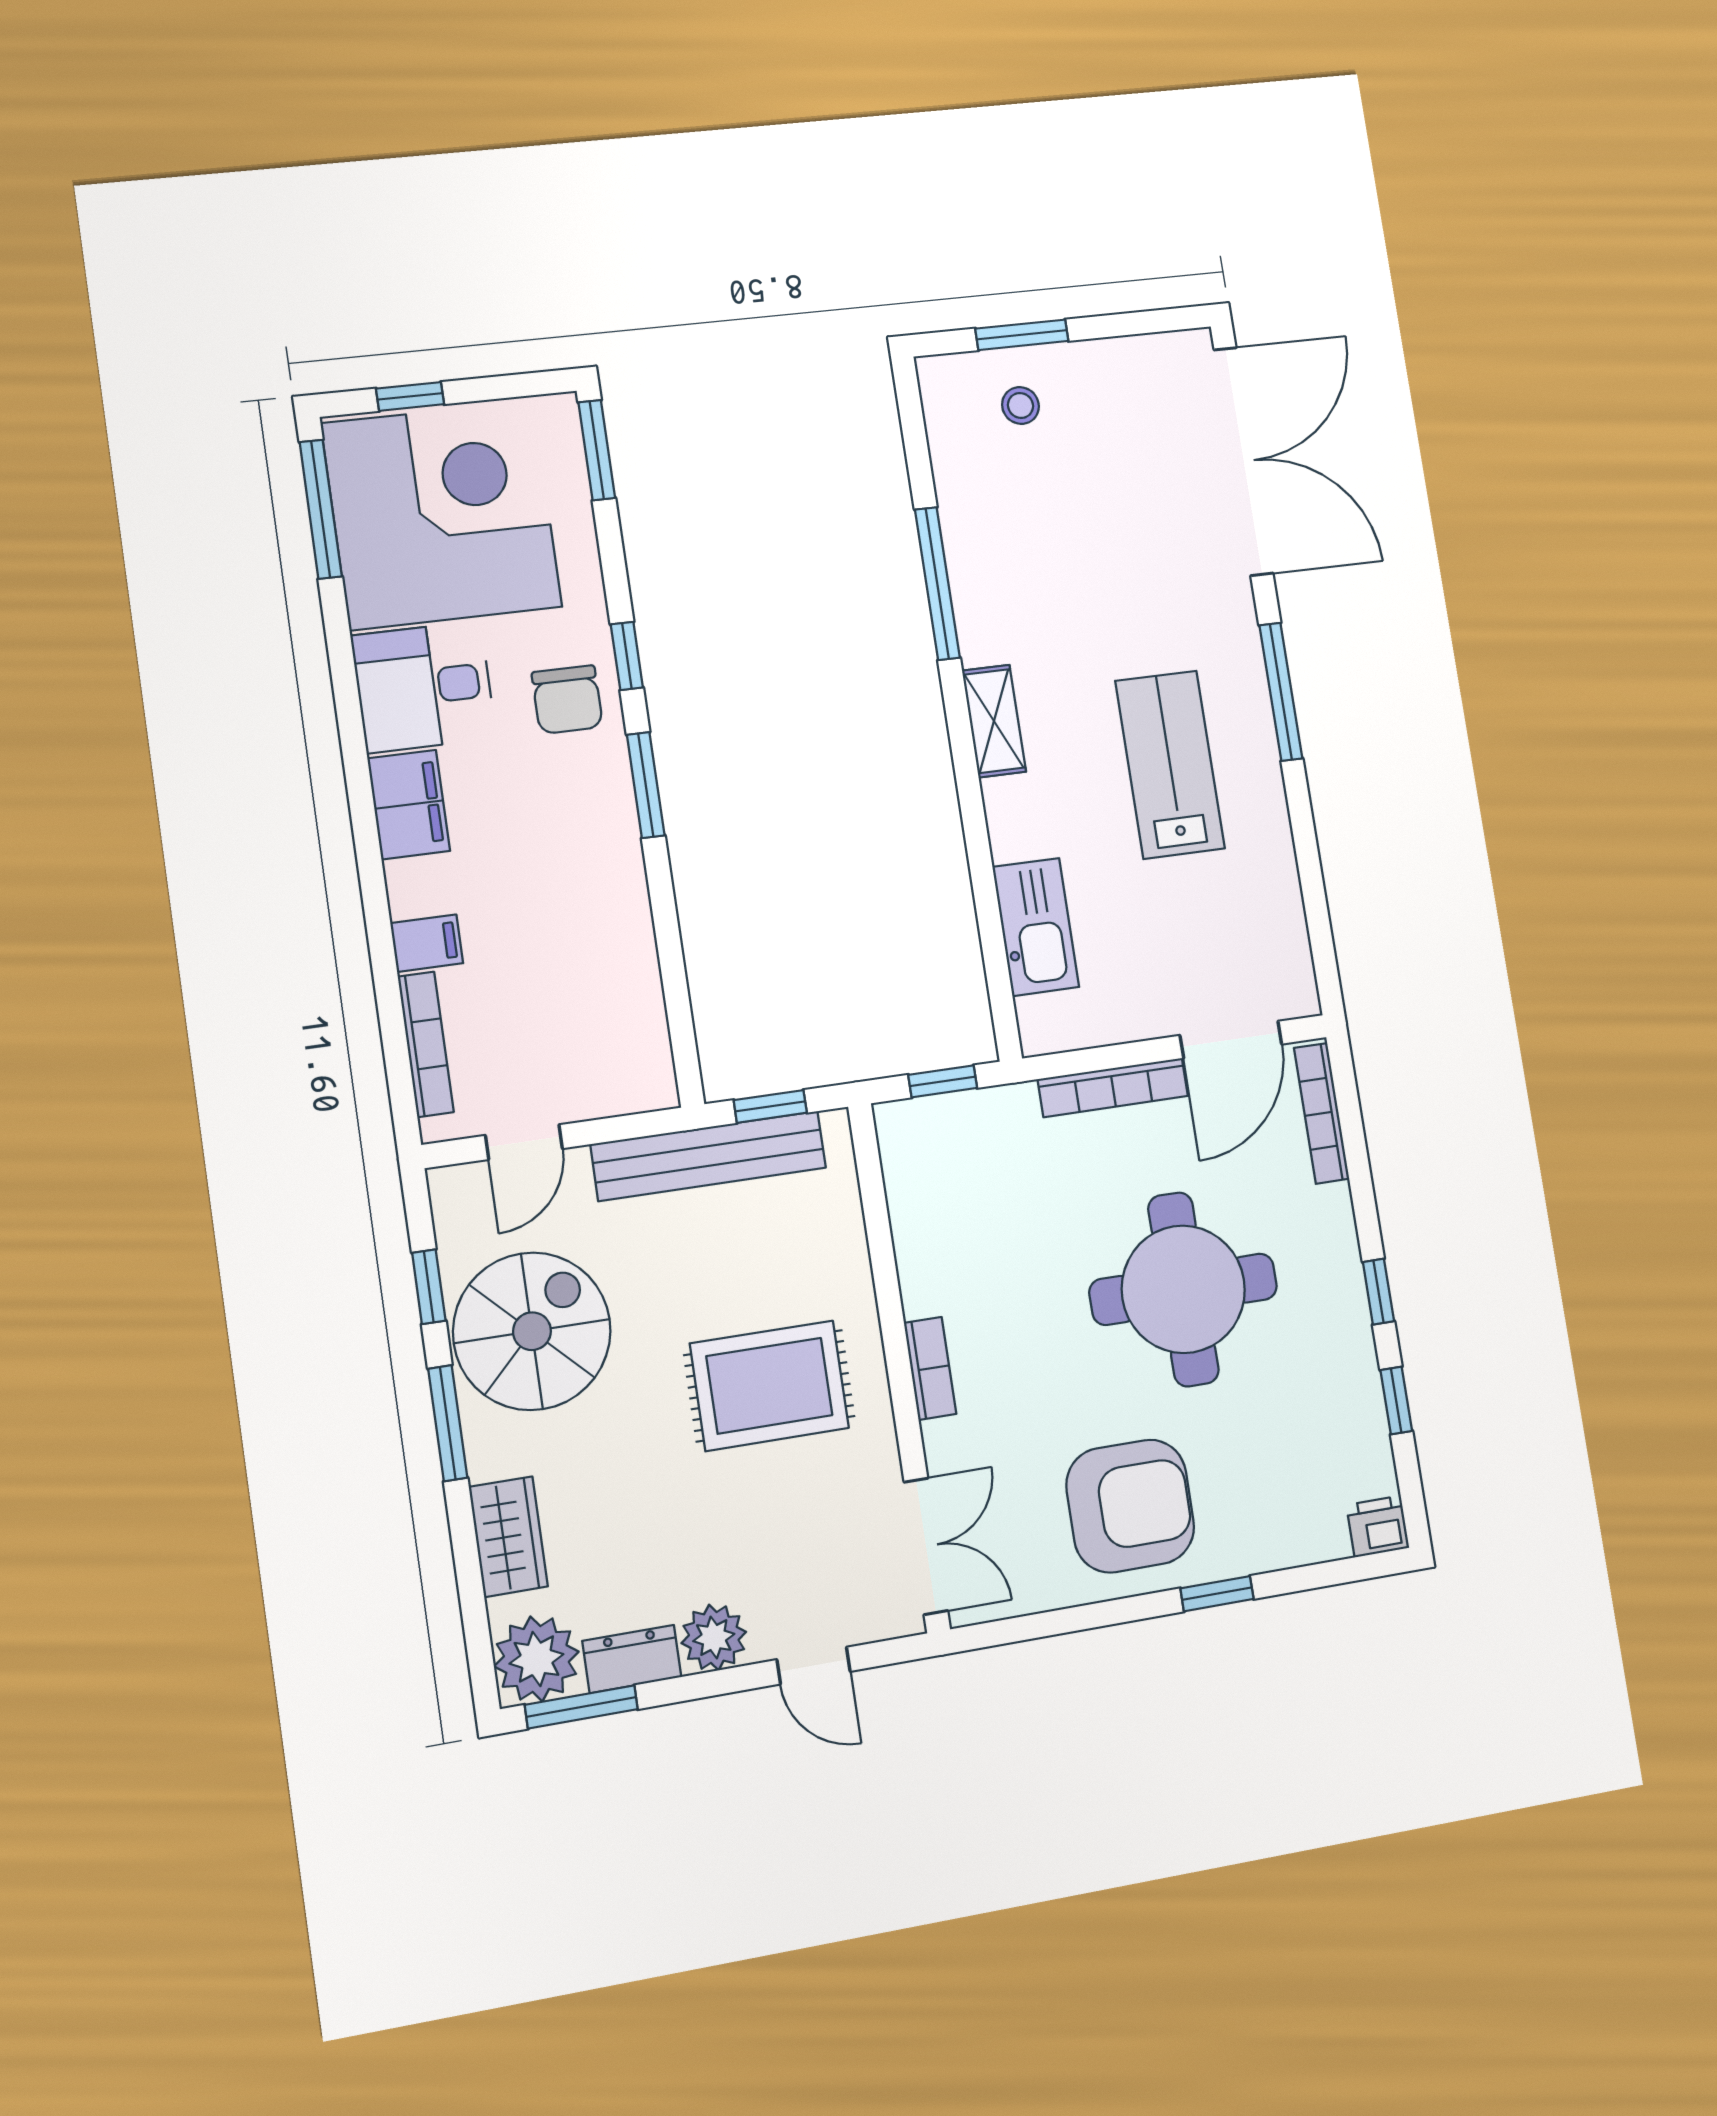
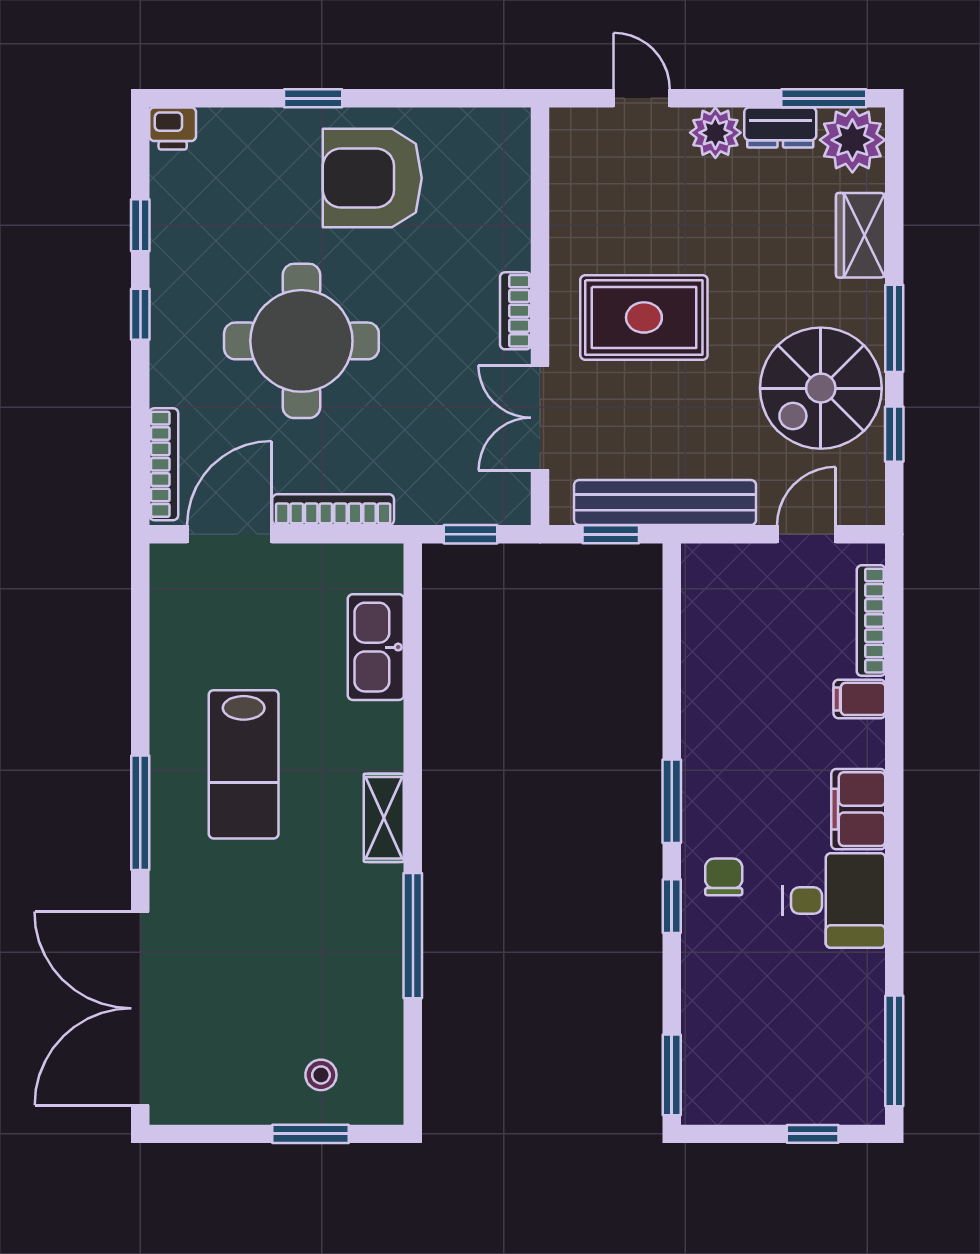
corner desk: (442, 515) -> (801, 1036), removed
chair: (567, 700) -> (724, 877), width x0.73, depth x0.73
double door: (926, 1546) -> (540, 418), moved

